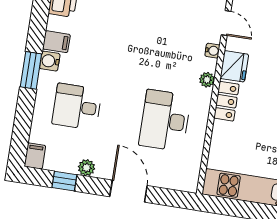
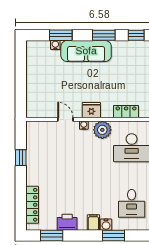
door: (226, 23) -> (65, 119), hinge flipped
plant: (207, 80) -> (102, 130), width x1.87, depth x1.87
locker: (226, 101) -> (126, 112), moved

